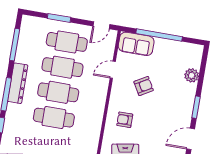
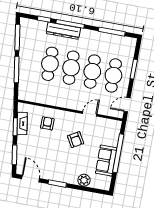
door: (101, 25) -> (127, 105), hinge flipped
sofa: (136, 44) -> (106, 161), moved
door: (113, 70) -> (90, 114), hinge flipped
dresser: (18, 83) -> (63, 31), moved

